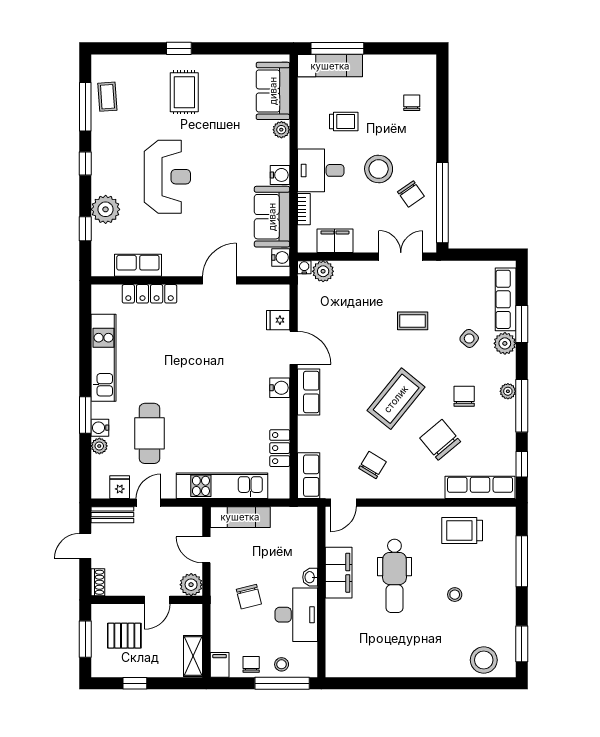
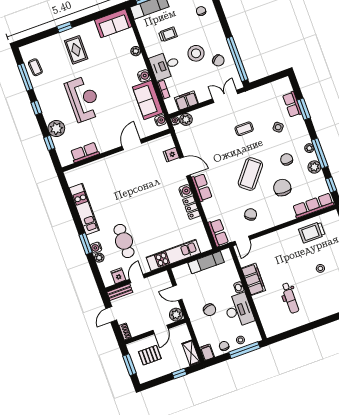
sofa: (273, 91) -> (113, 23), moved, turned -90
locker: (150, 294) -> (97, 166), removed
row of seats: (506, 299) -> (292, 104), width x0.68
plant: (505, 343) -> (314, 167), moved
chair: (440, 440) -> (282, 188), turned 43
locker: (280, 448) -> (191, 208), moved
exam couch: (240, 517) -> (206, 262), moved
dental chair: (394, 576) -> (290, 298), moved, width x0.73, depth x0.72
window: (135, 683) -> (179, 374), moved

